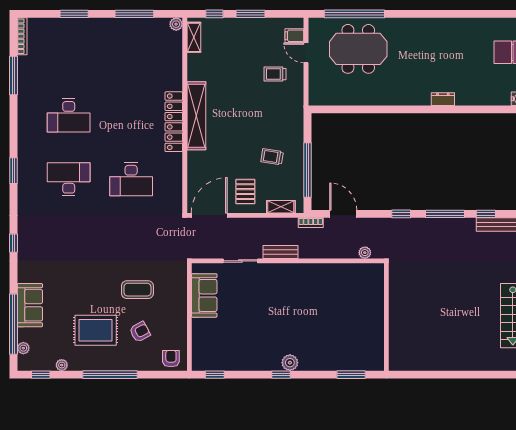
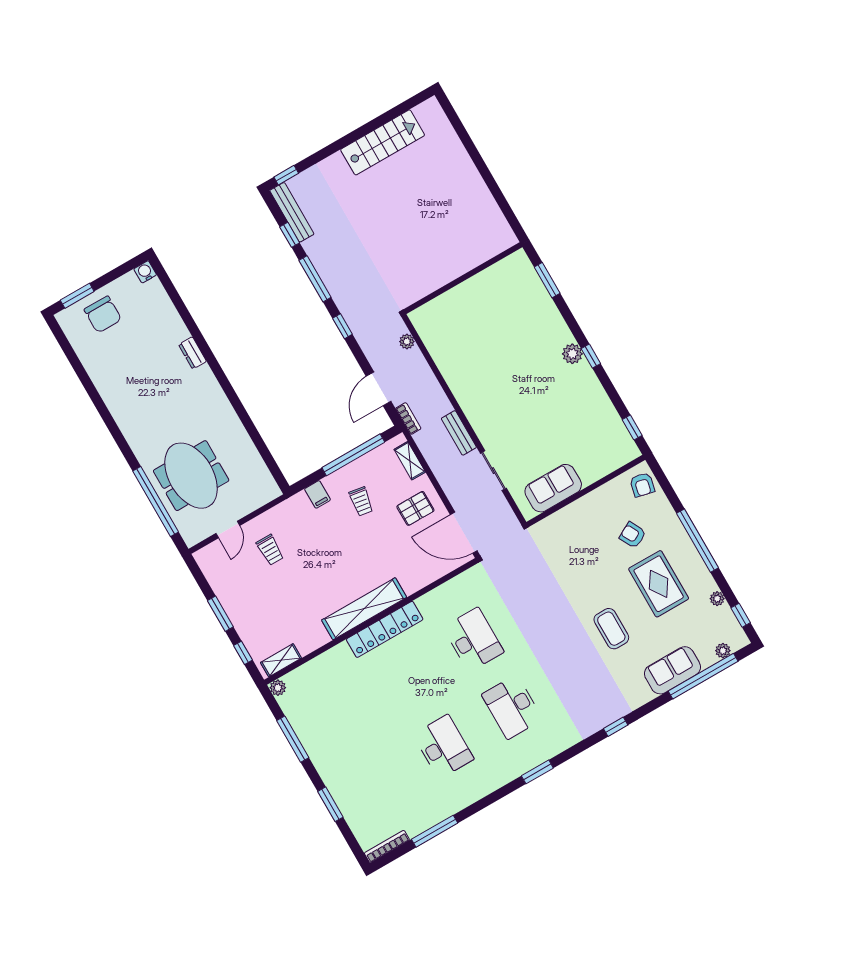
filing cabinet: (294, 36) -> (317, 494), moved
coffee table: (137, 290) -> (611, 629), moved
armchair: (171, 359) -> (642, 485), turned -77

